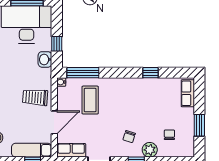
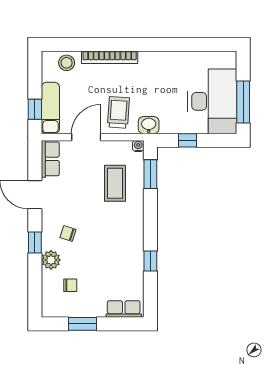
washbasin: (45, 59) -> (149, 125), moved
window: (83, 73) -> (150, 174), width x0.69
coffee table: (90, 100) -> (115, 183), turned 90
door: (54, 122) -> (86, 137), swing flipped

